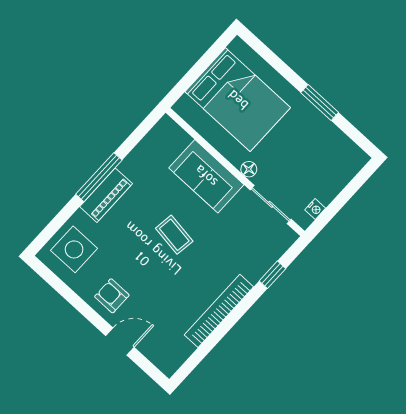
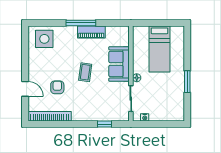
bed: (238, 100) -> (159, 49), width x0.67
piano: (106, 195) -> (91, 32), moved
armchair: (112, 296) -> (57, 87), moved
bookcase: (219, 311) -> (50, 116), moved

